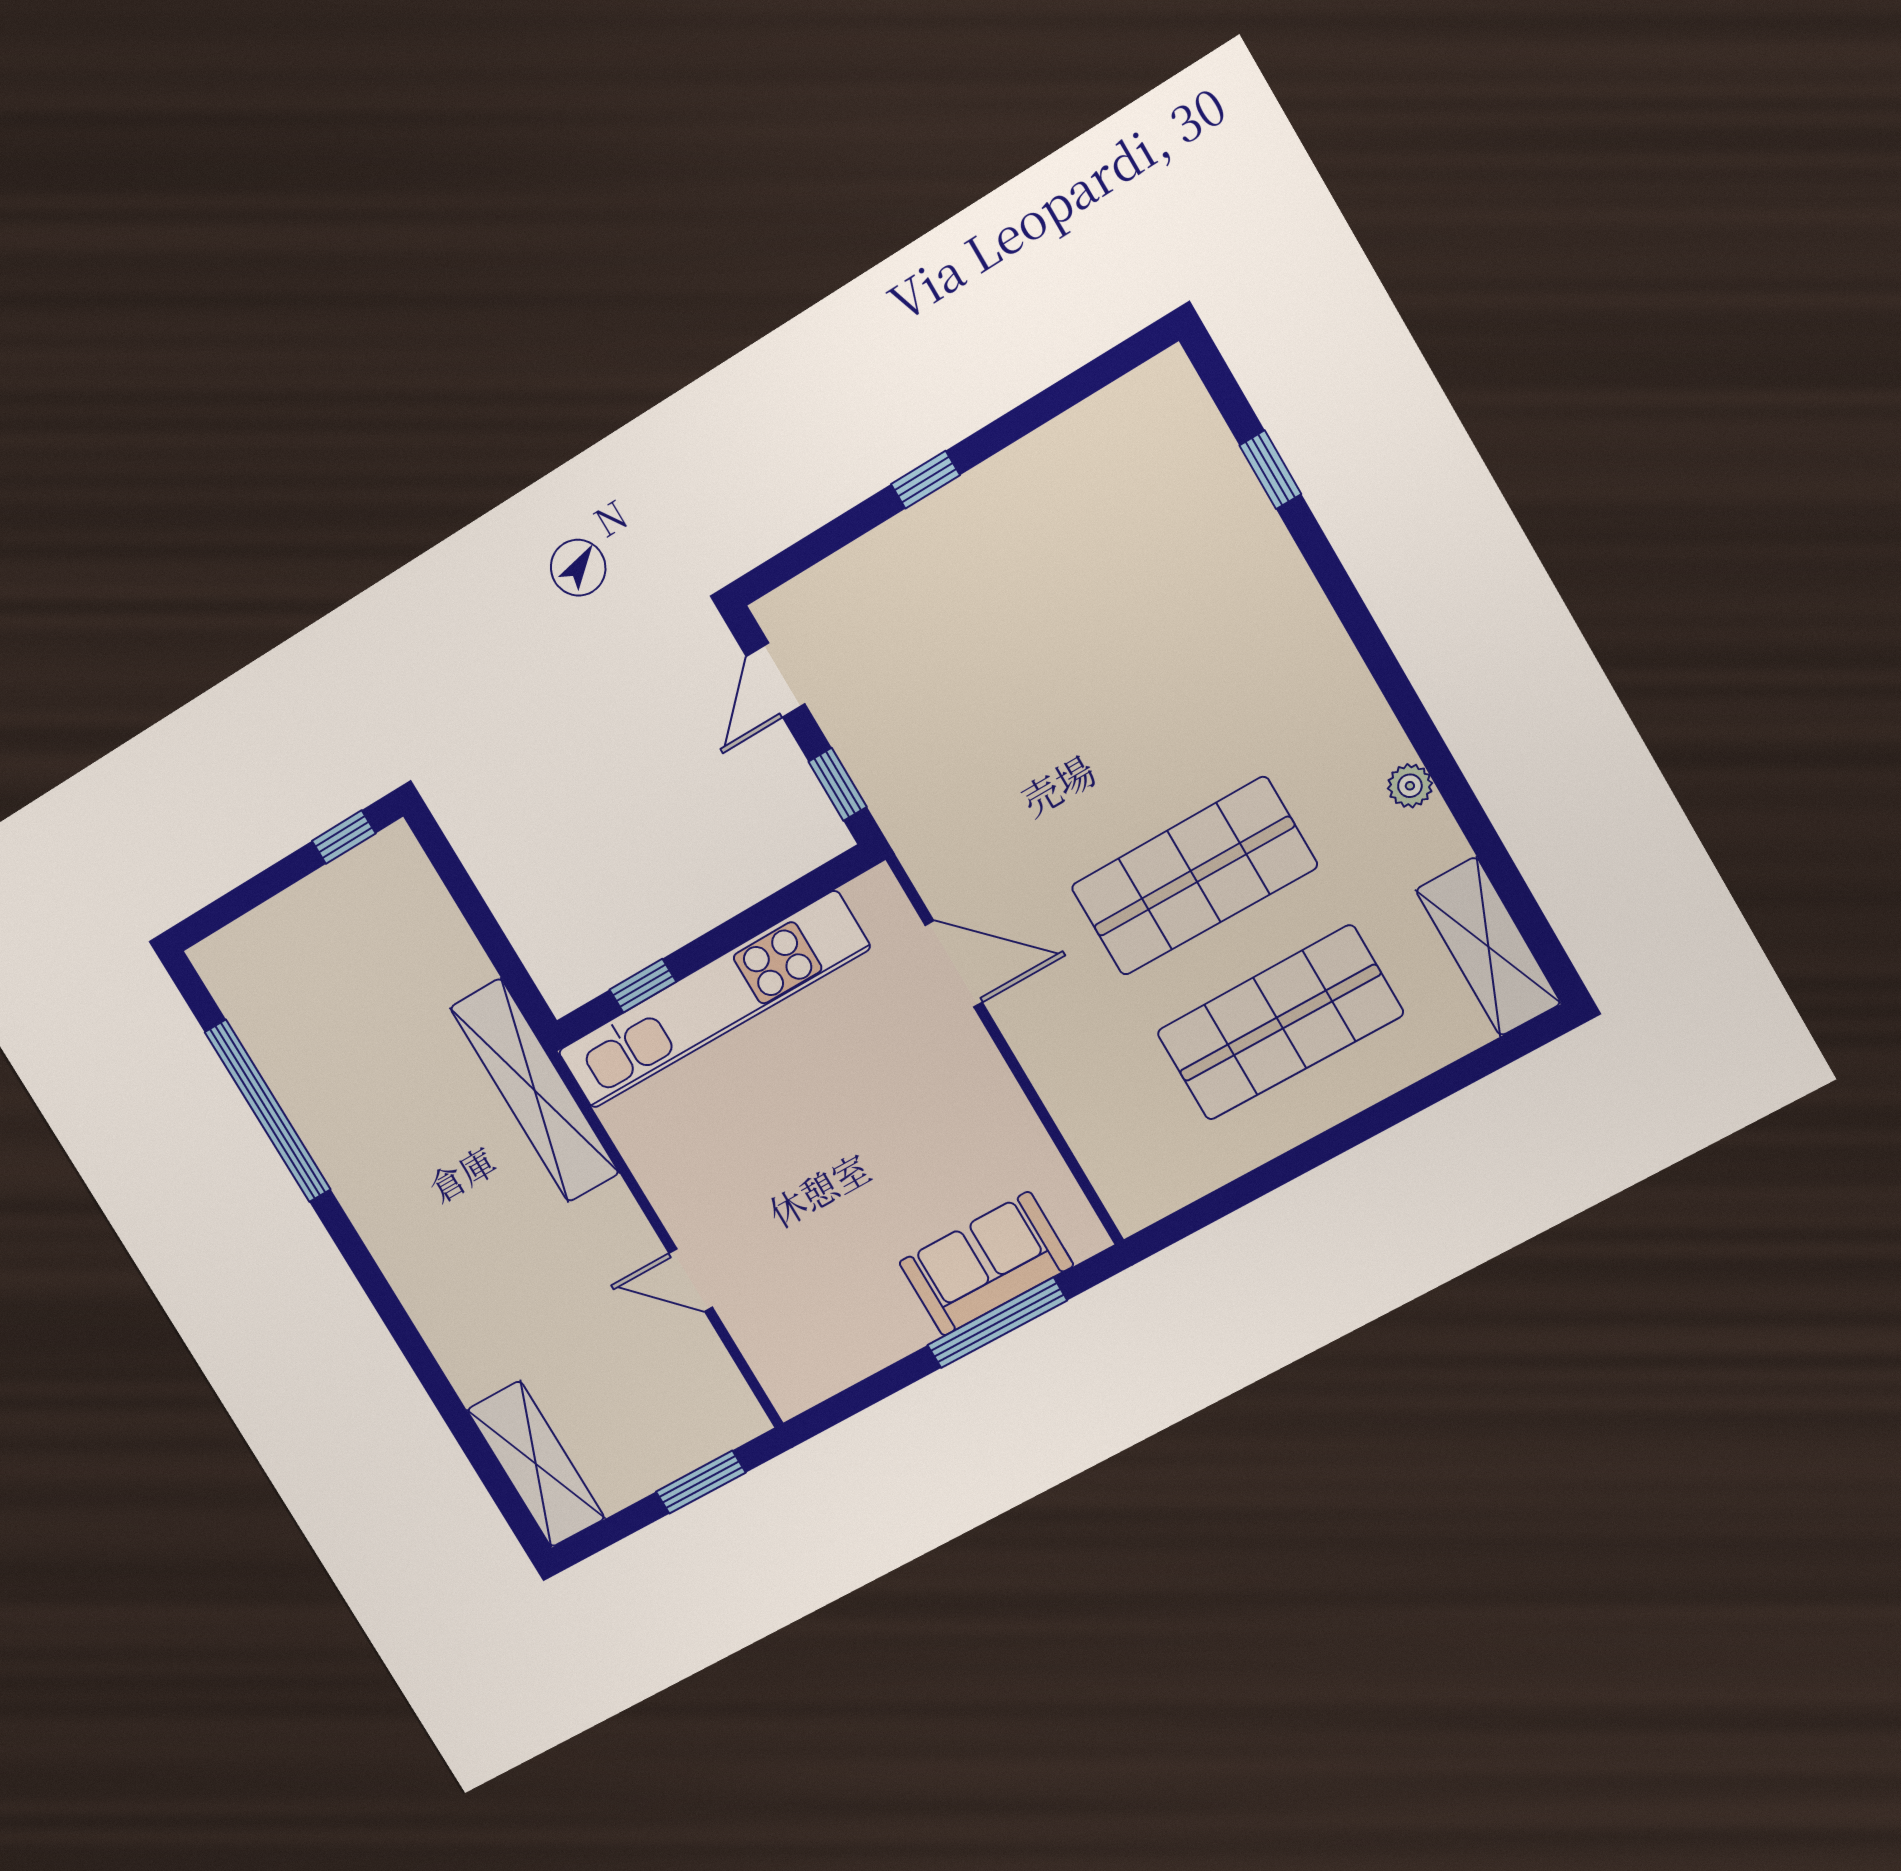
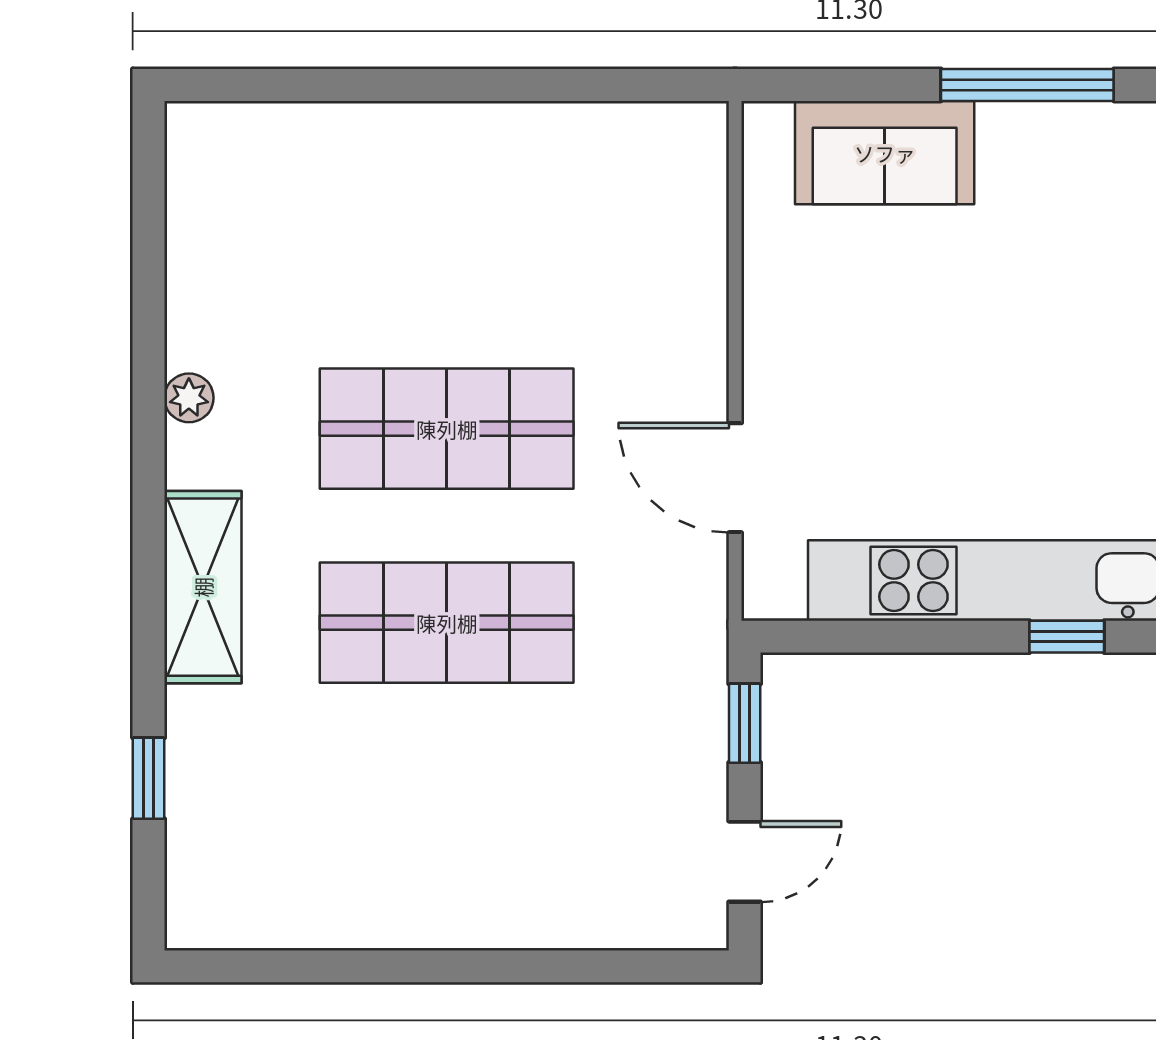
window: (925, 480) -> (481, 966), removed
shelving: (1488, 947) -> (203, 587), moved
shop shelf: (1280, 1023) -> (447, 623), moved
window: (997, 1323) -> (1027, 85), moved

